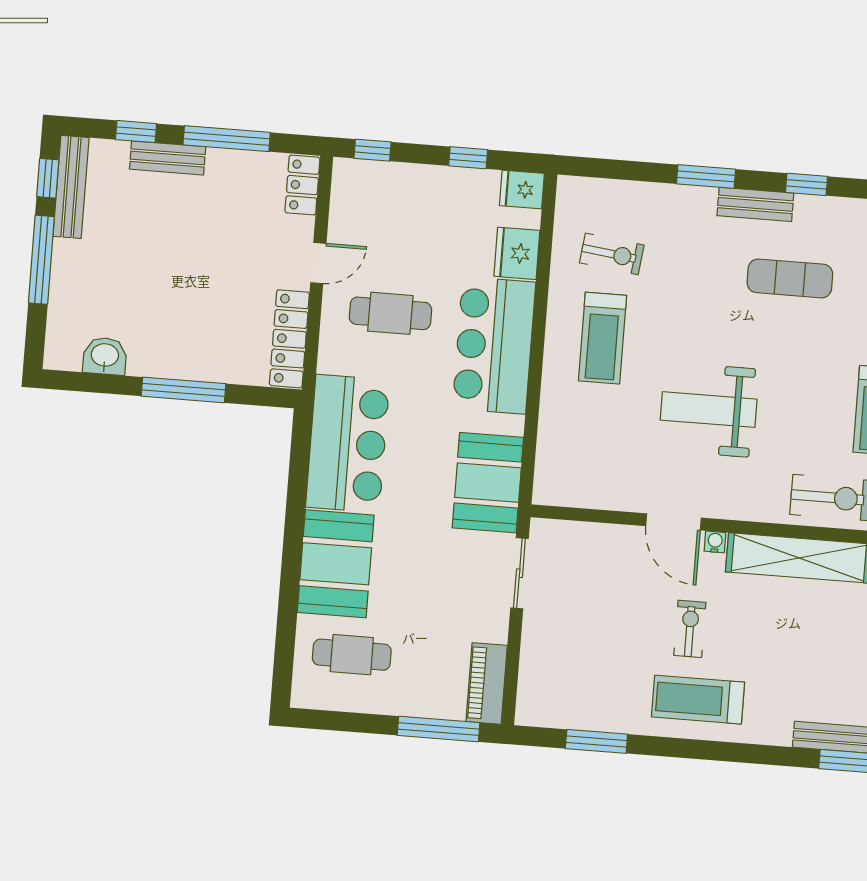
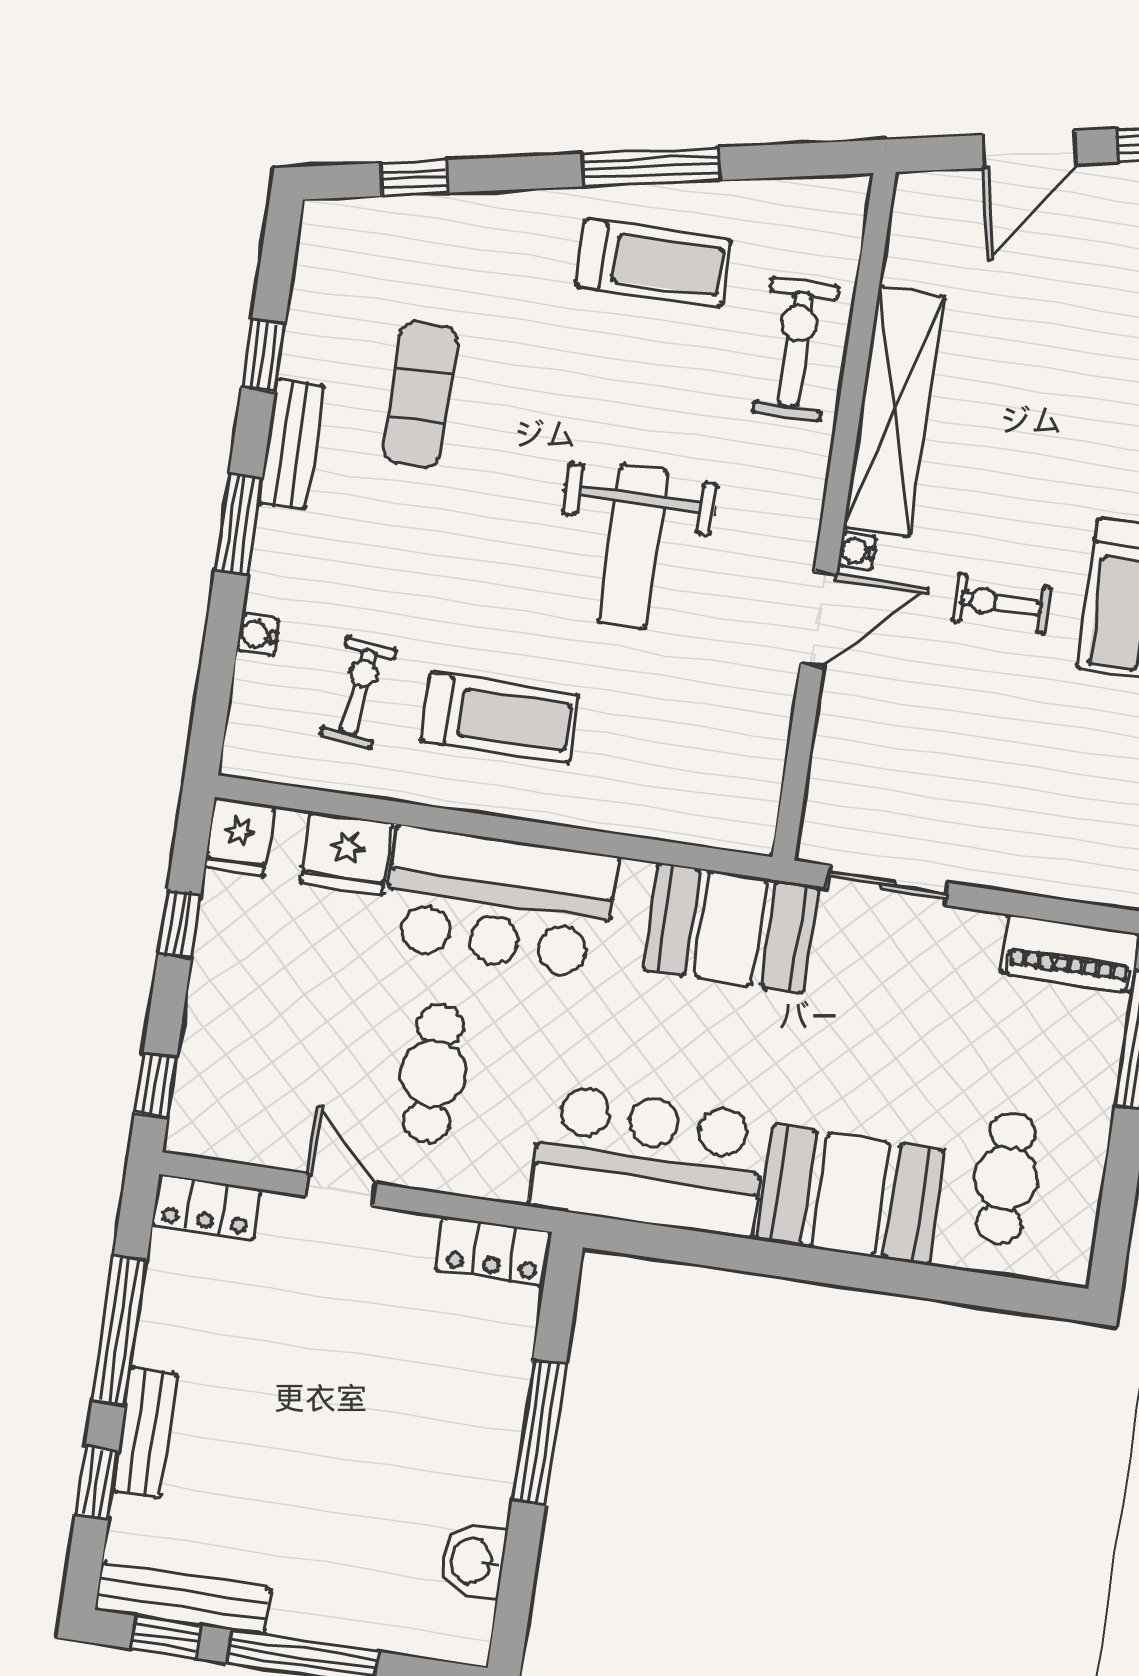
water cooler: (642, 192) -> (258, 635), added
locker: (289, 339) -> (494, 1251), width x0.66

